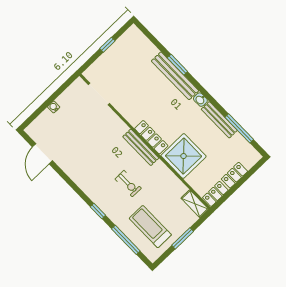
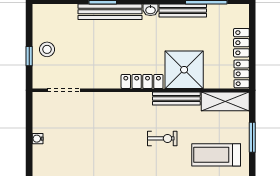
window: (107, 45) -> (29, 56), moved
stool: (114, 59) -> (47, 49), added
bench: (141, 147) -> (176, 98), moved
shelving: (195, 204) -> (225, 101), width x1.50, depth x1.33

